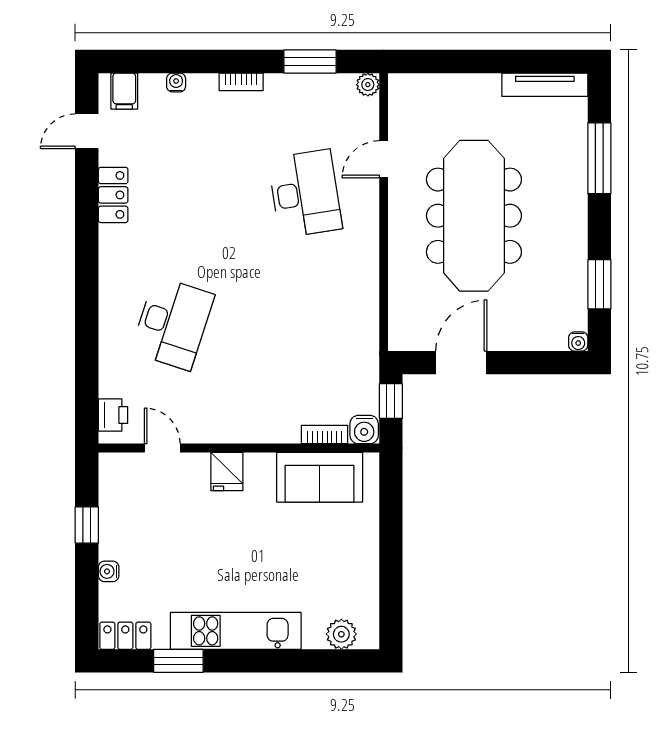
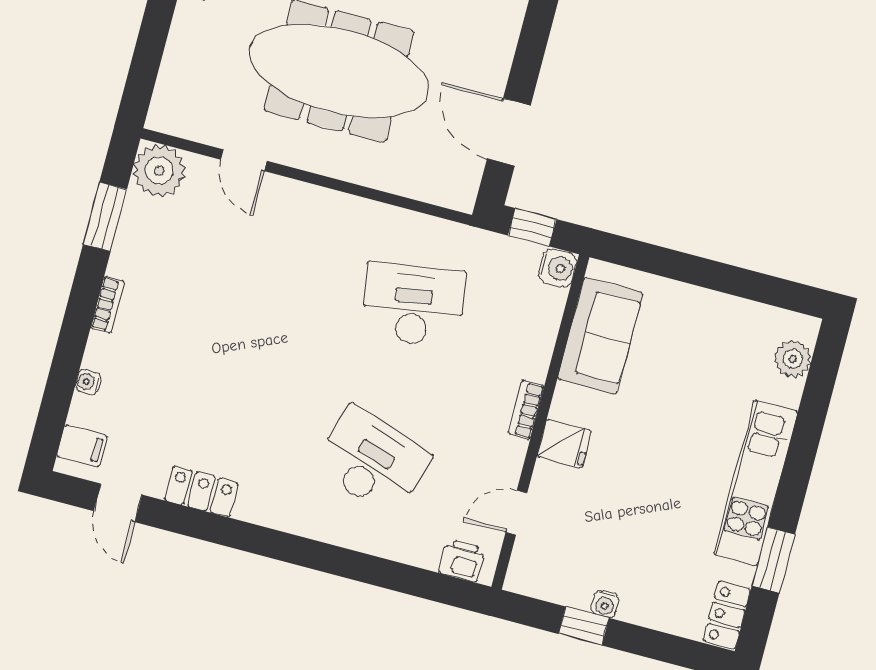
plant: (368, 85) -> (159, 171), width x1.88, depth x1.88
desk: (305, 194) -> (413, 305), moved
bookcase: (325, 434) -> (526, 410), moved
water cooler: (109, 571) -> (605, 604), moved

